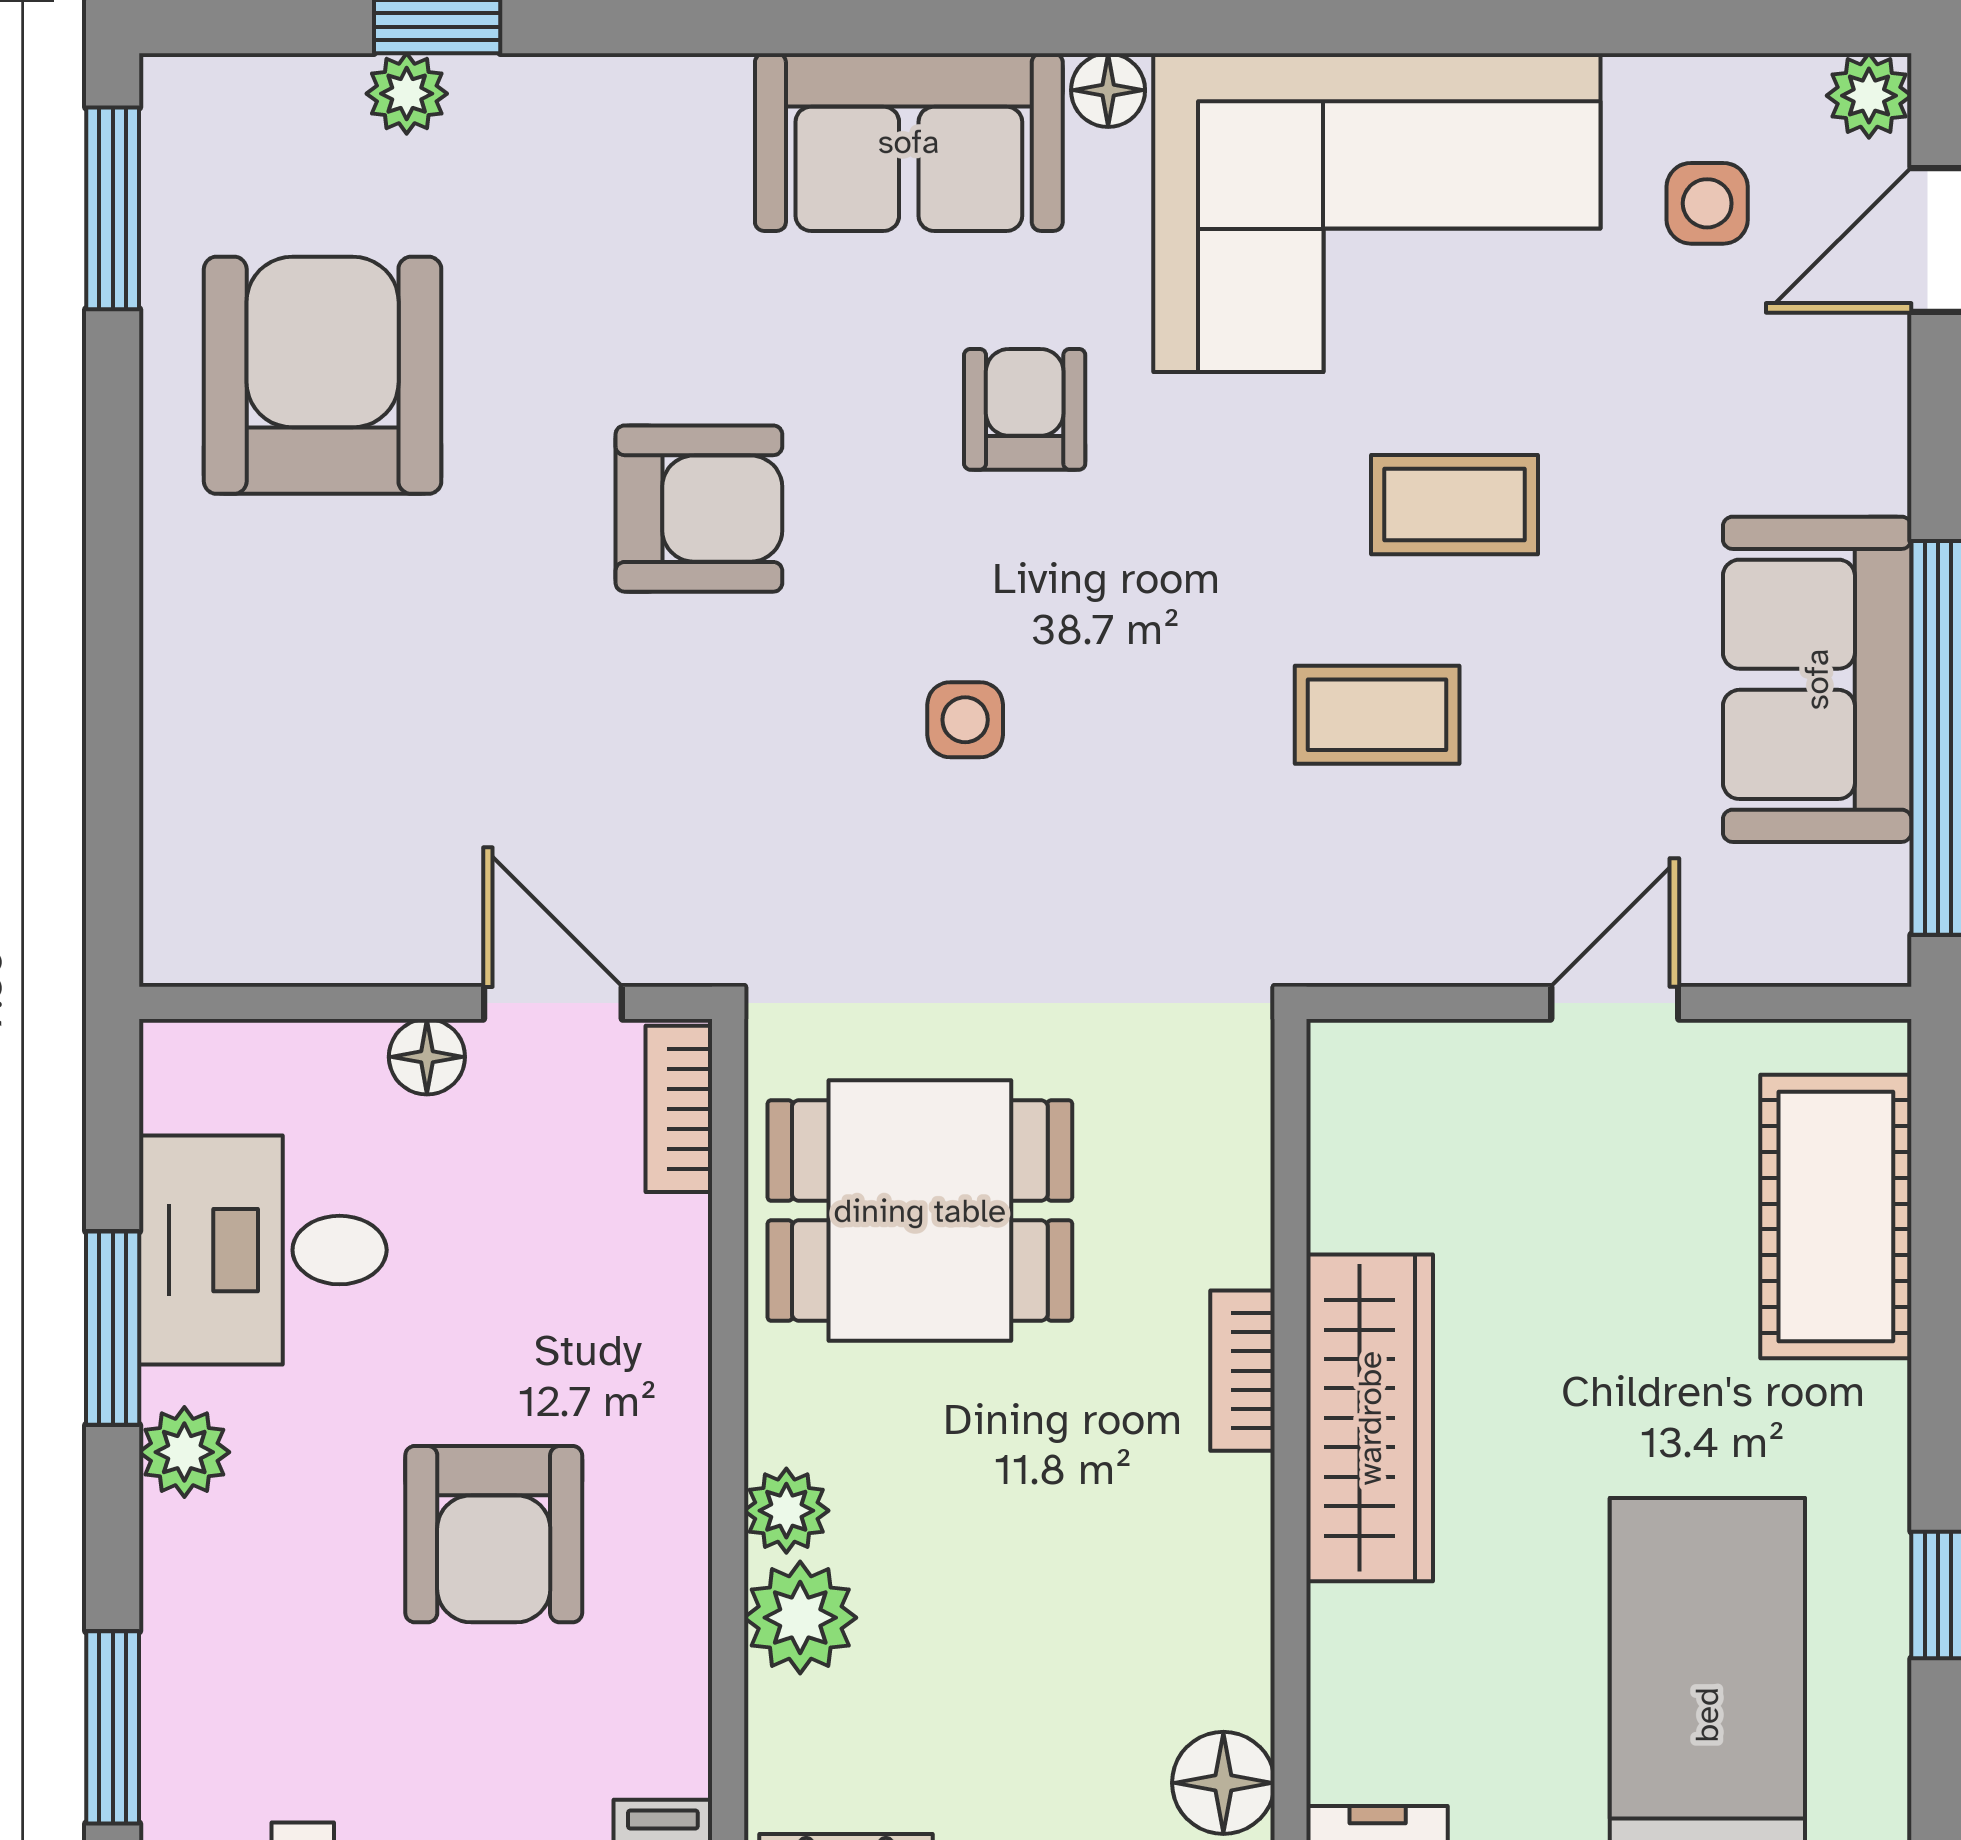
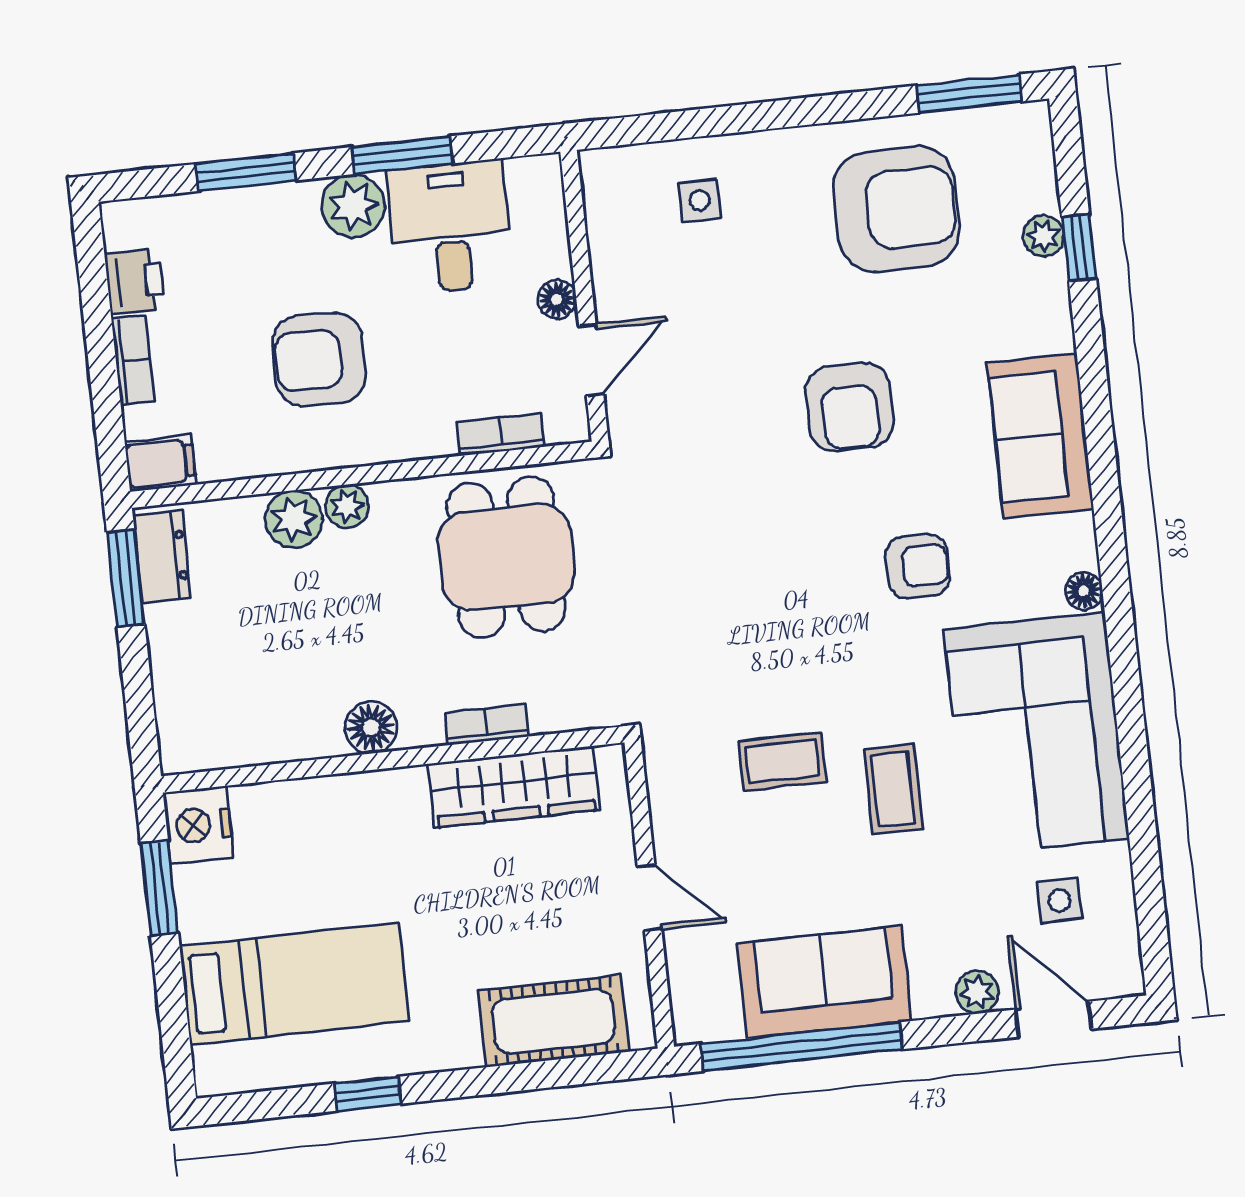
plant: (1869, 96) -> (977, 992), moved
sofa: (909, 142) -> (1040, 436), moved
coffee table: (1377, 715) -> (782, 761), turned 90
side table: (965, 720) -> (700, 200), moved
bookcase: (679, 1109) -> (501, 434), moved
bookcase: (1243, 1371) -> (486, 725), moved
wardrobe: (1370, 1418) -> (514, 787), moved
plant: (184, 1452) -> (353, 206), width x1.38, depth x1.38
window: (113, 1727) -> (246, 172), moved
floor lamp: (1223, 1783) -> (371, 727), moved

